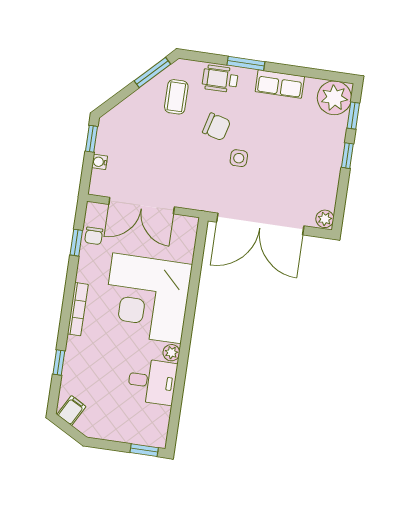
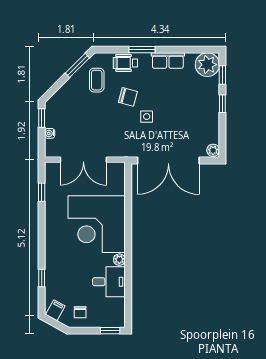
chair: (94, 236) -> (80, 312), moved
bookcase: (78, 309) -> (49, 239), removed

